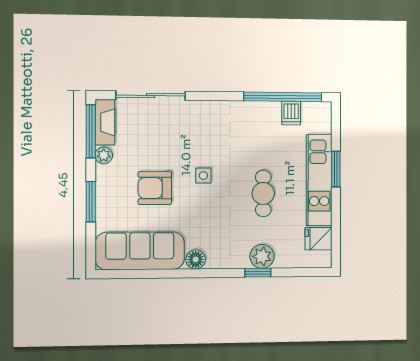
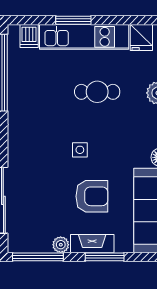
dishwasher: (291, 113) -> (29, 36), moved, turned 90
fireplace: (105, 122) -> (92, 244), moved
armchair: (155, 188) -> (92, 196), turned -90

